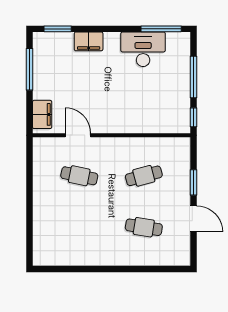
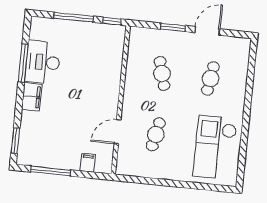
window: (161, 29) -> (23, 63), moved
filing cabinet: (89, 41) -> (32, 97), moved
filing cabinet: (42, 114) -> (88, 163), width x0.50
checkout: (72, 239) -> (215, 147), added

